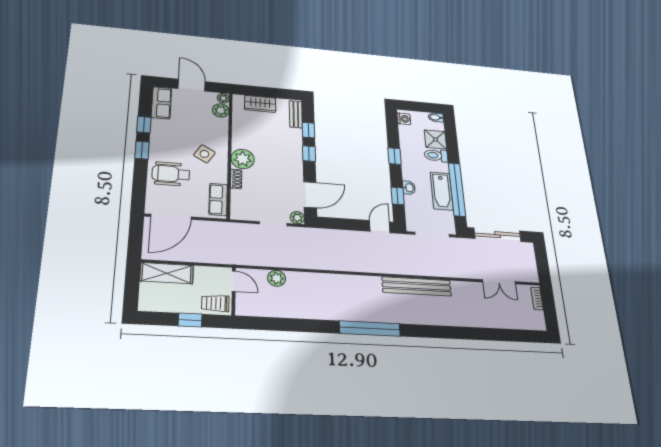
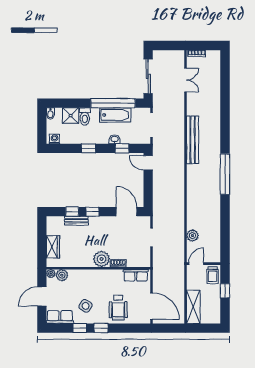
bench: (296, 114) -> (76, 221), moved
side table: (204, 154) -> (86, 306), moved
plant: (297, 218) -> (146, 221), removed

